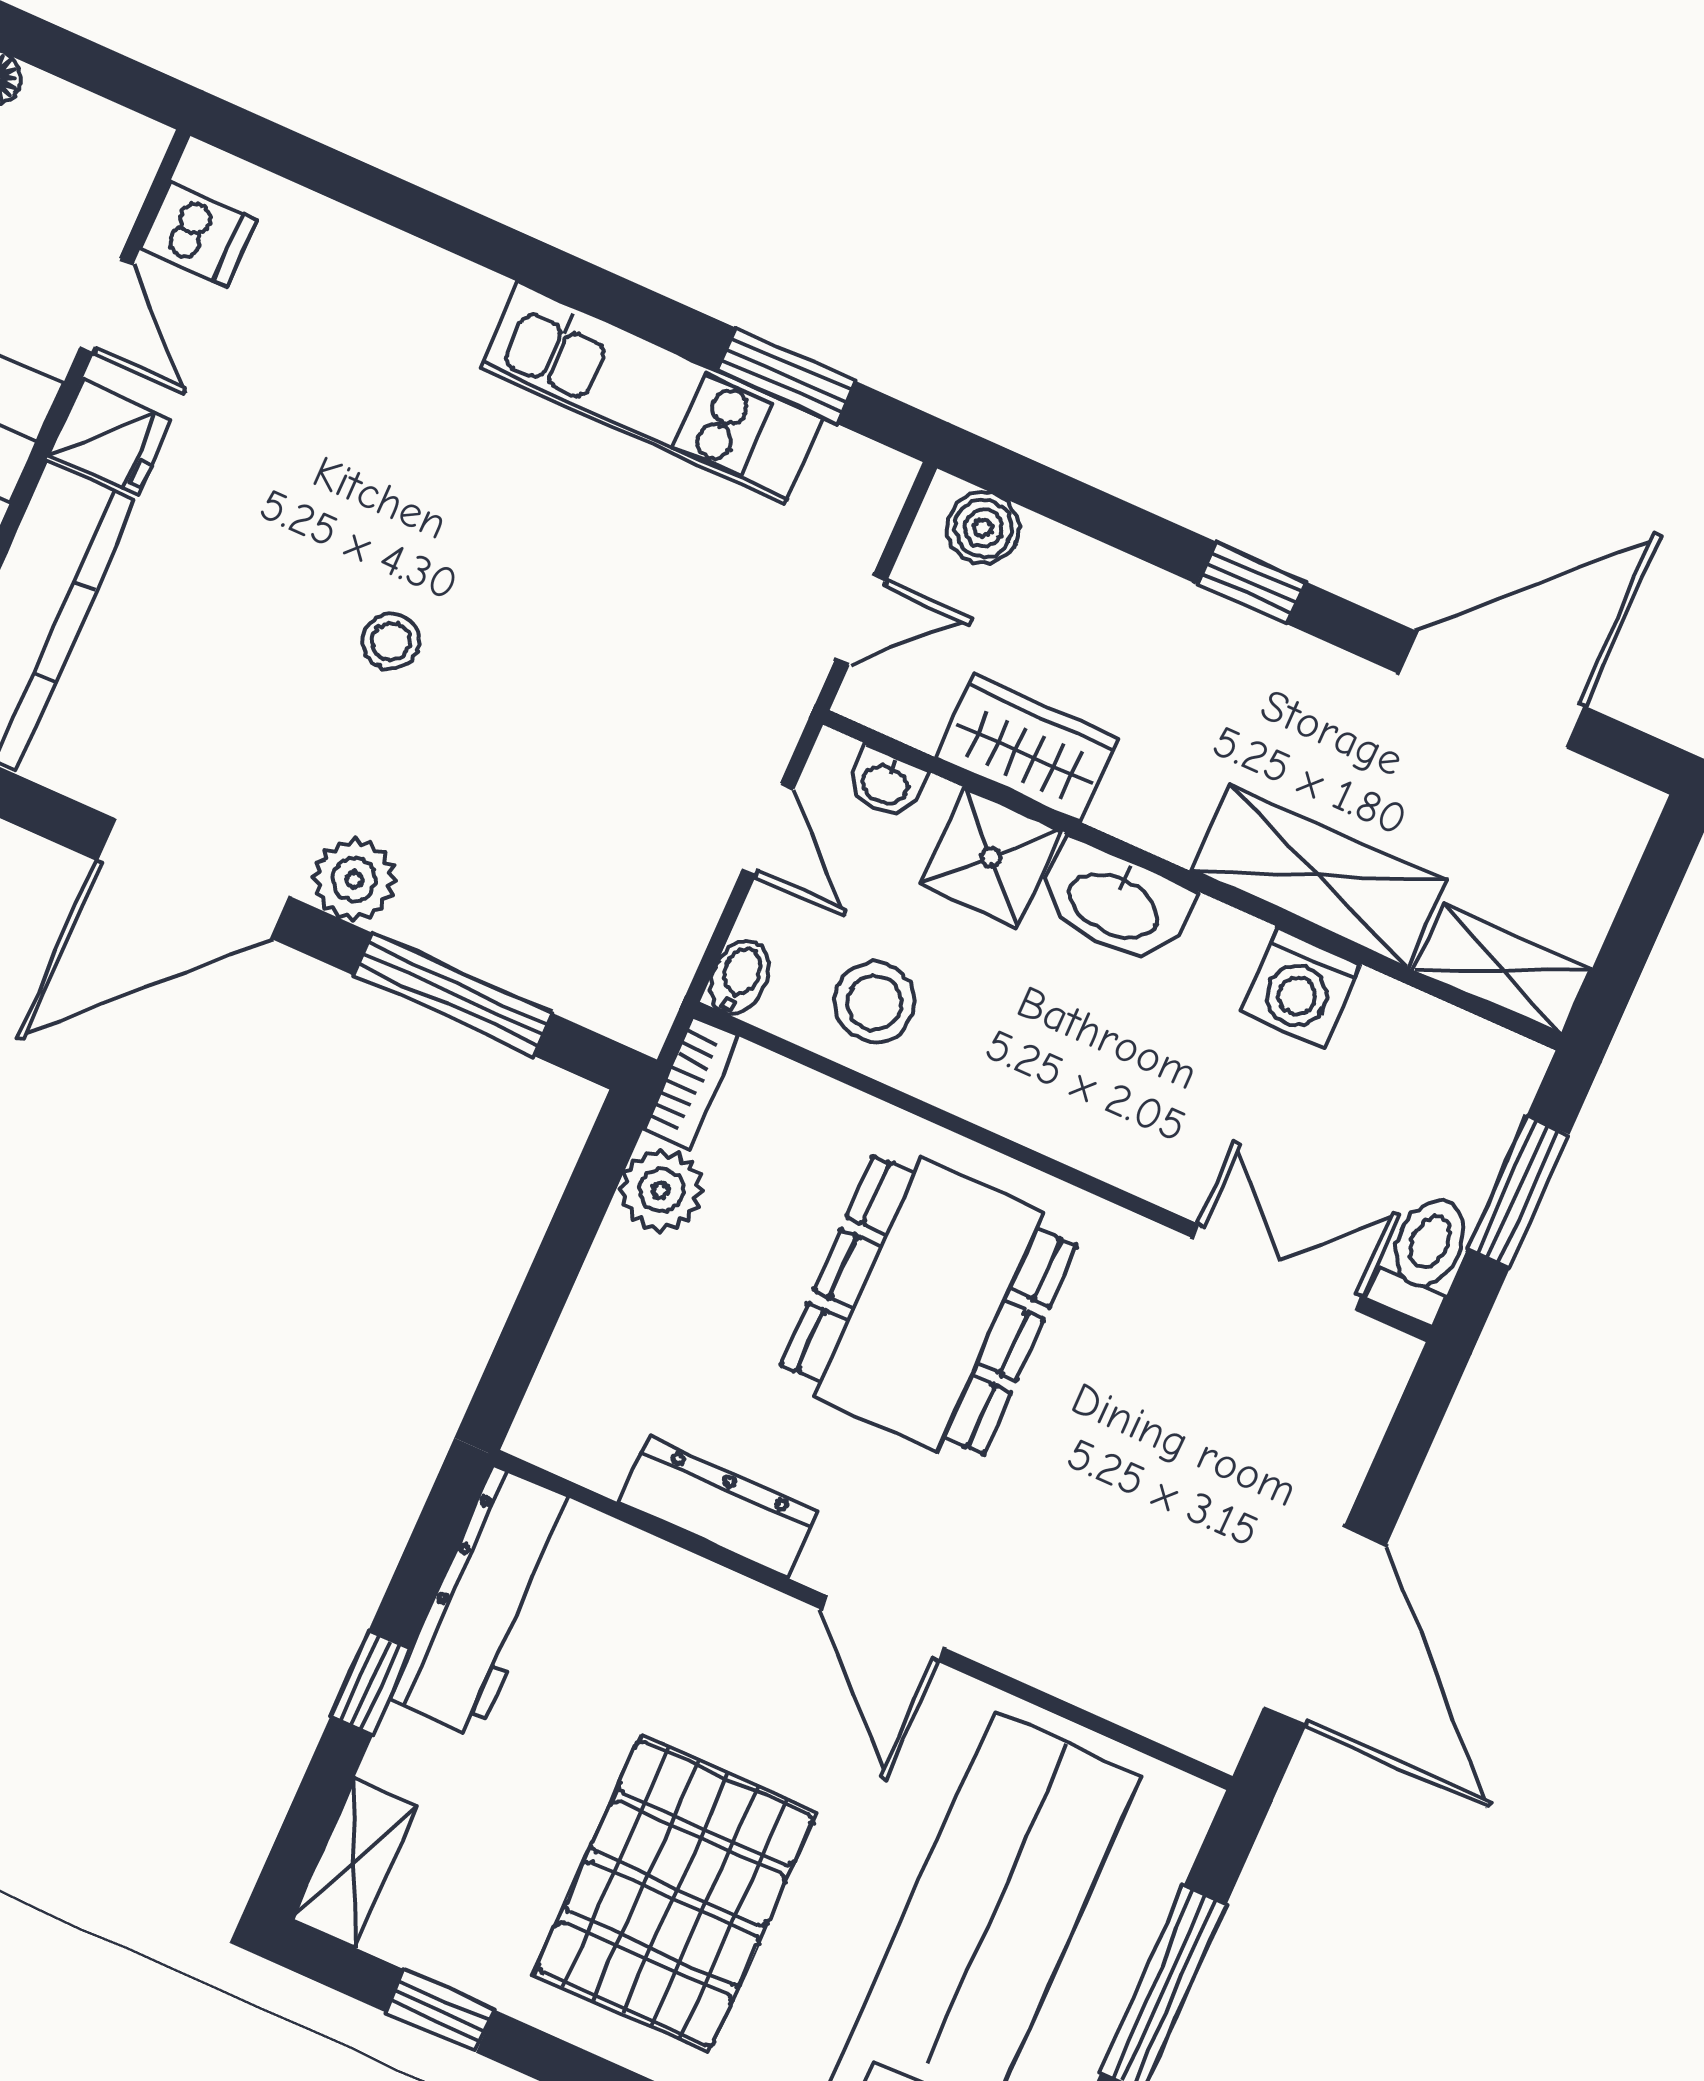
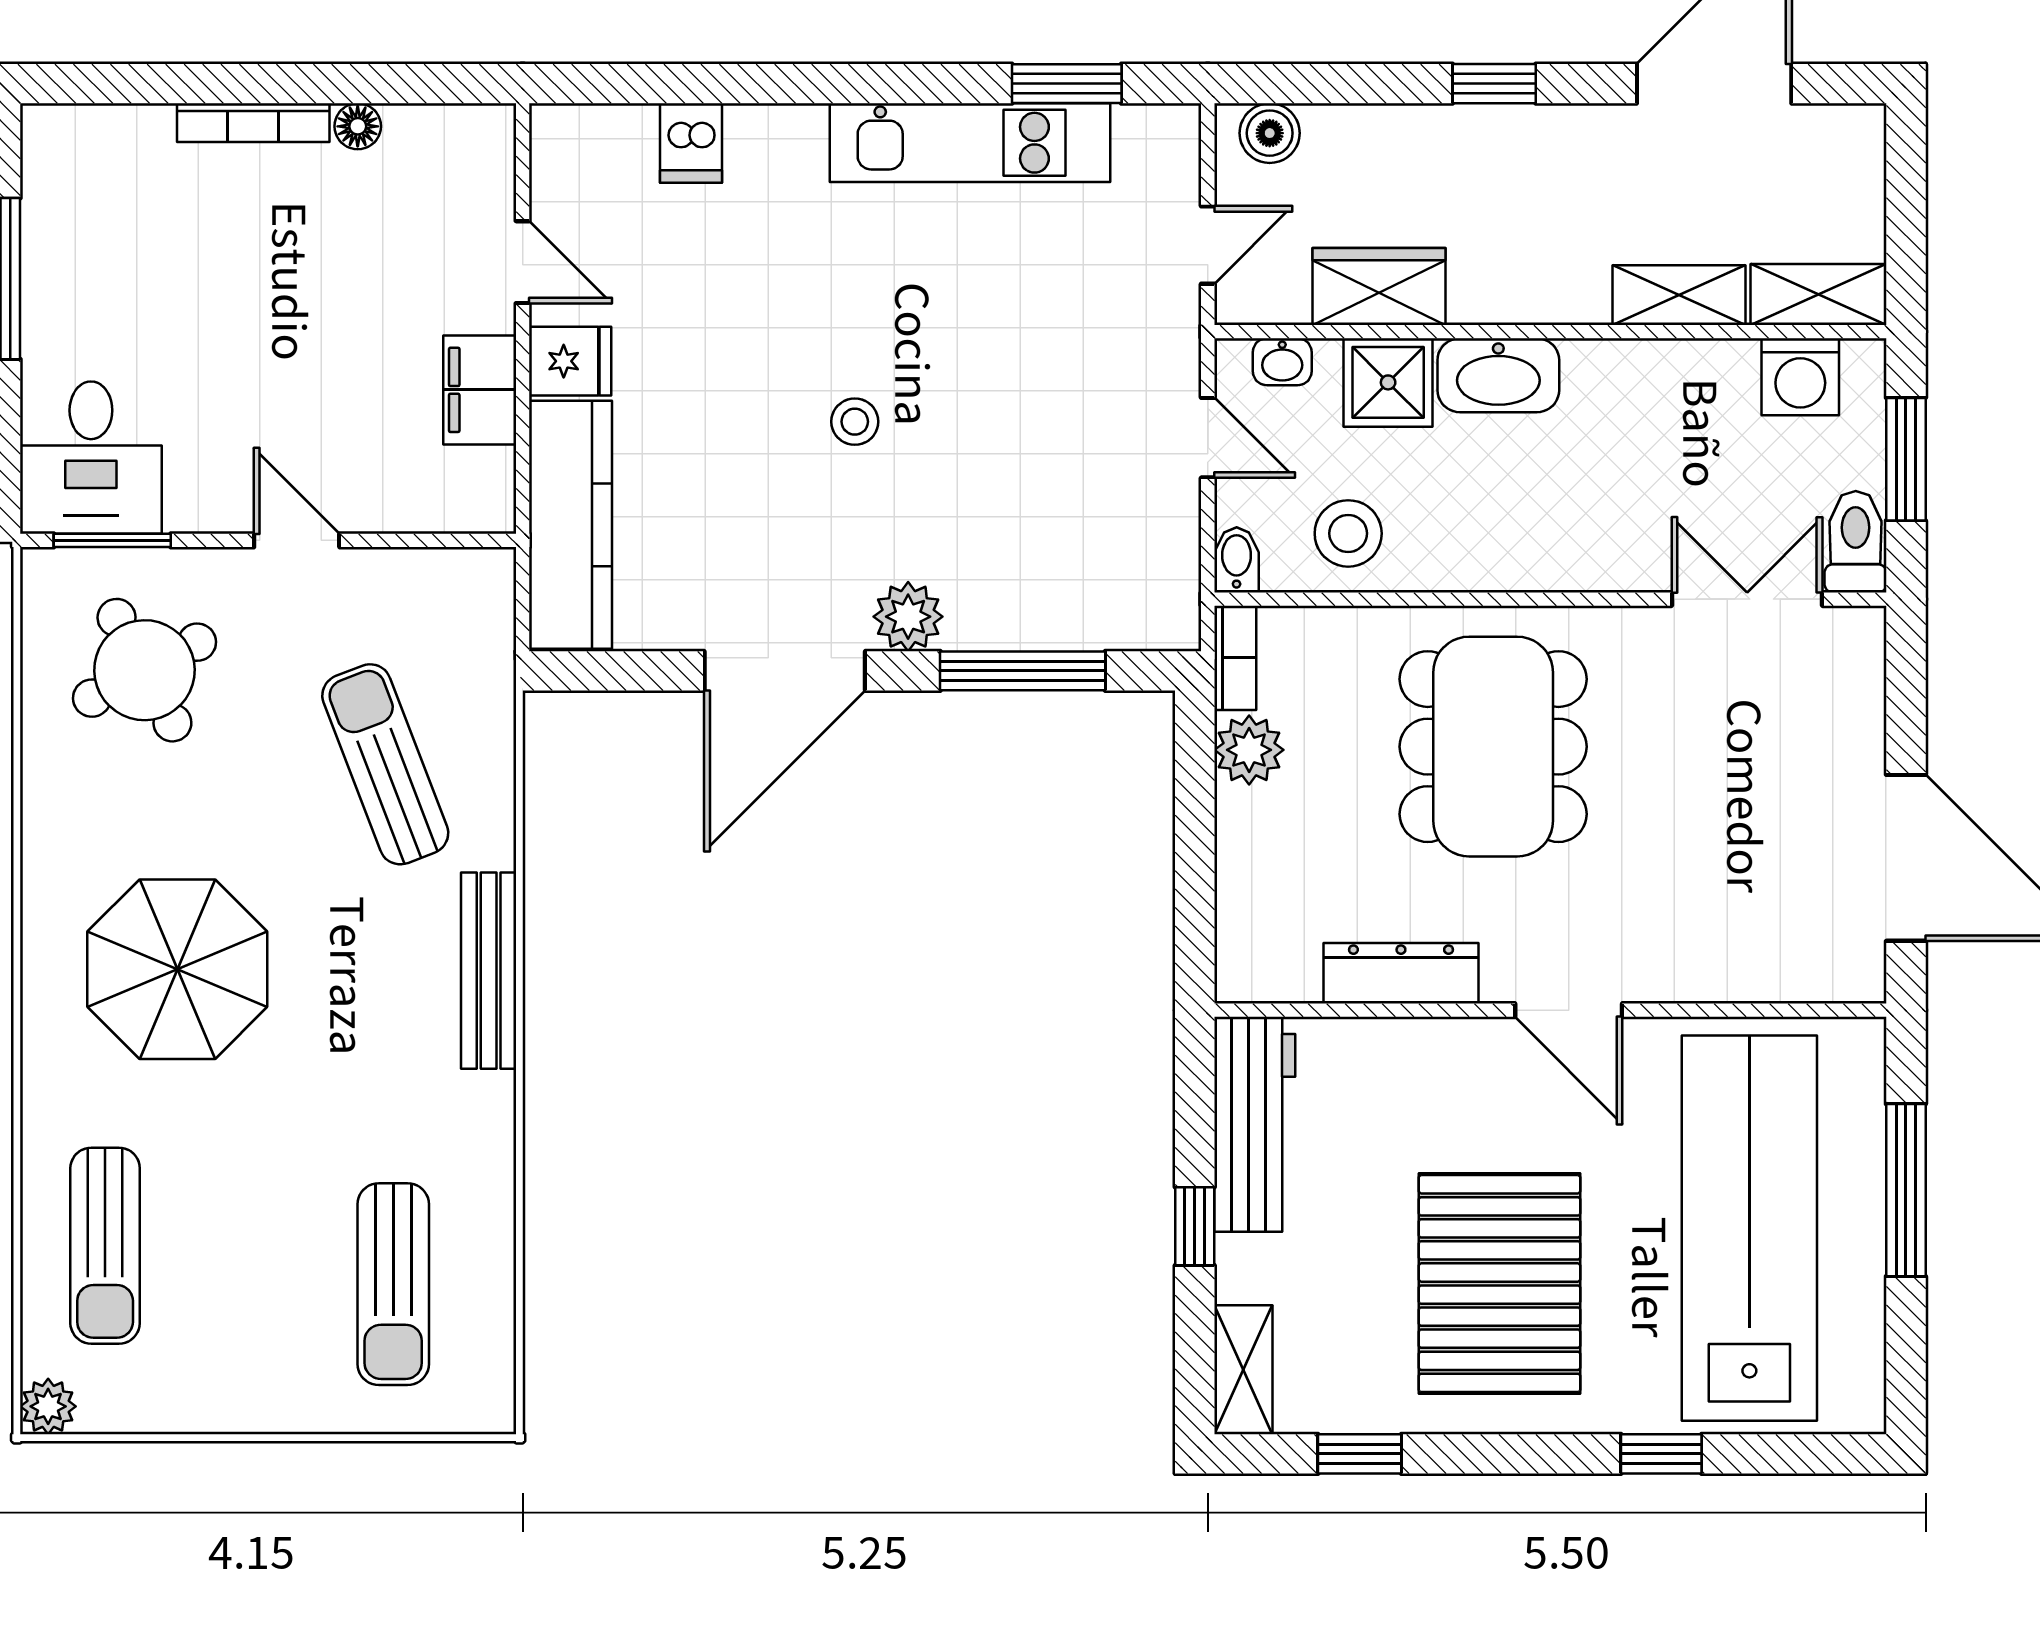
dishwasher: (198, 235) -> (691, 143), moved, turned 90
shelving: (1319, 876) -> (1679, 295), width x0.67, depth x0.75
washing machine: (1301, 988) -> (1800, 377), moved

